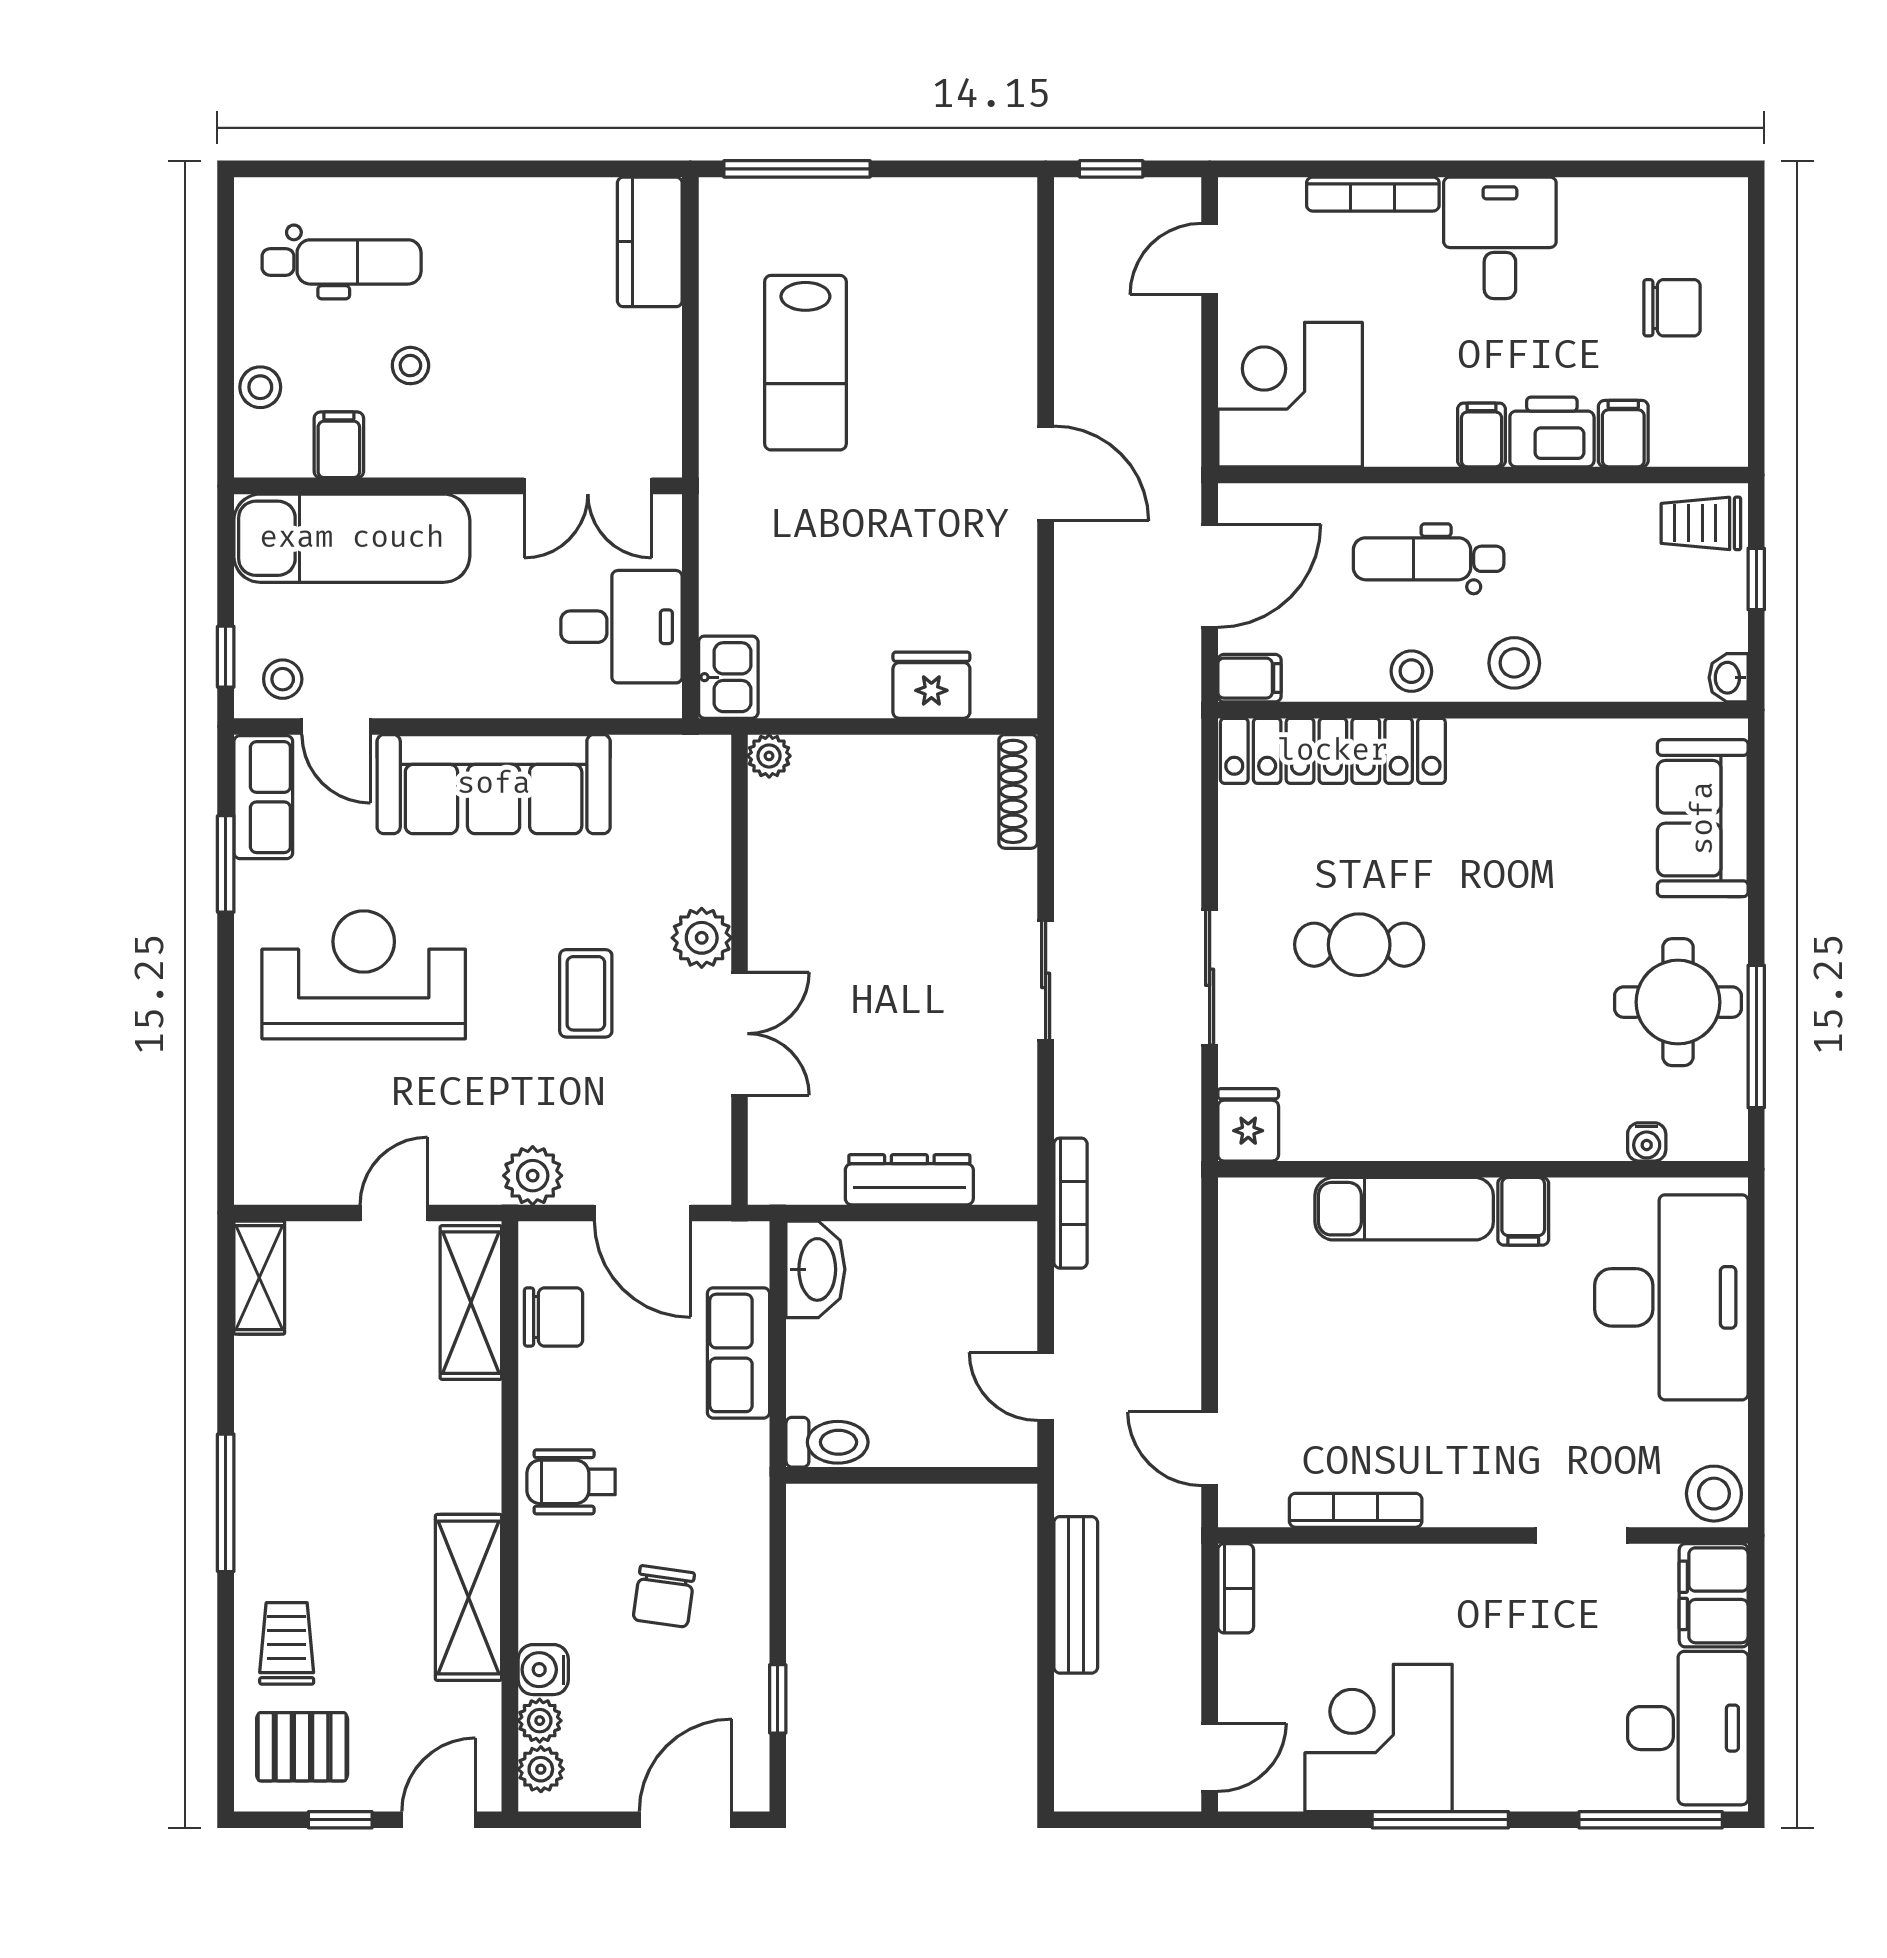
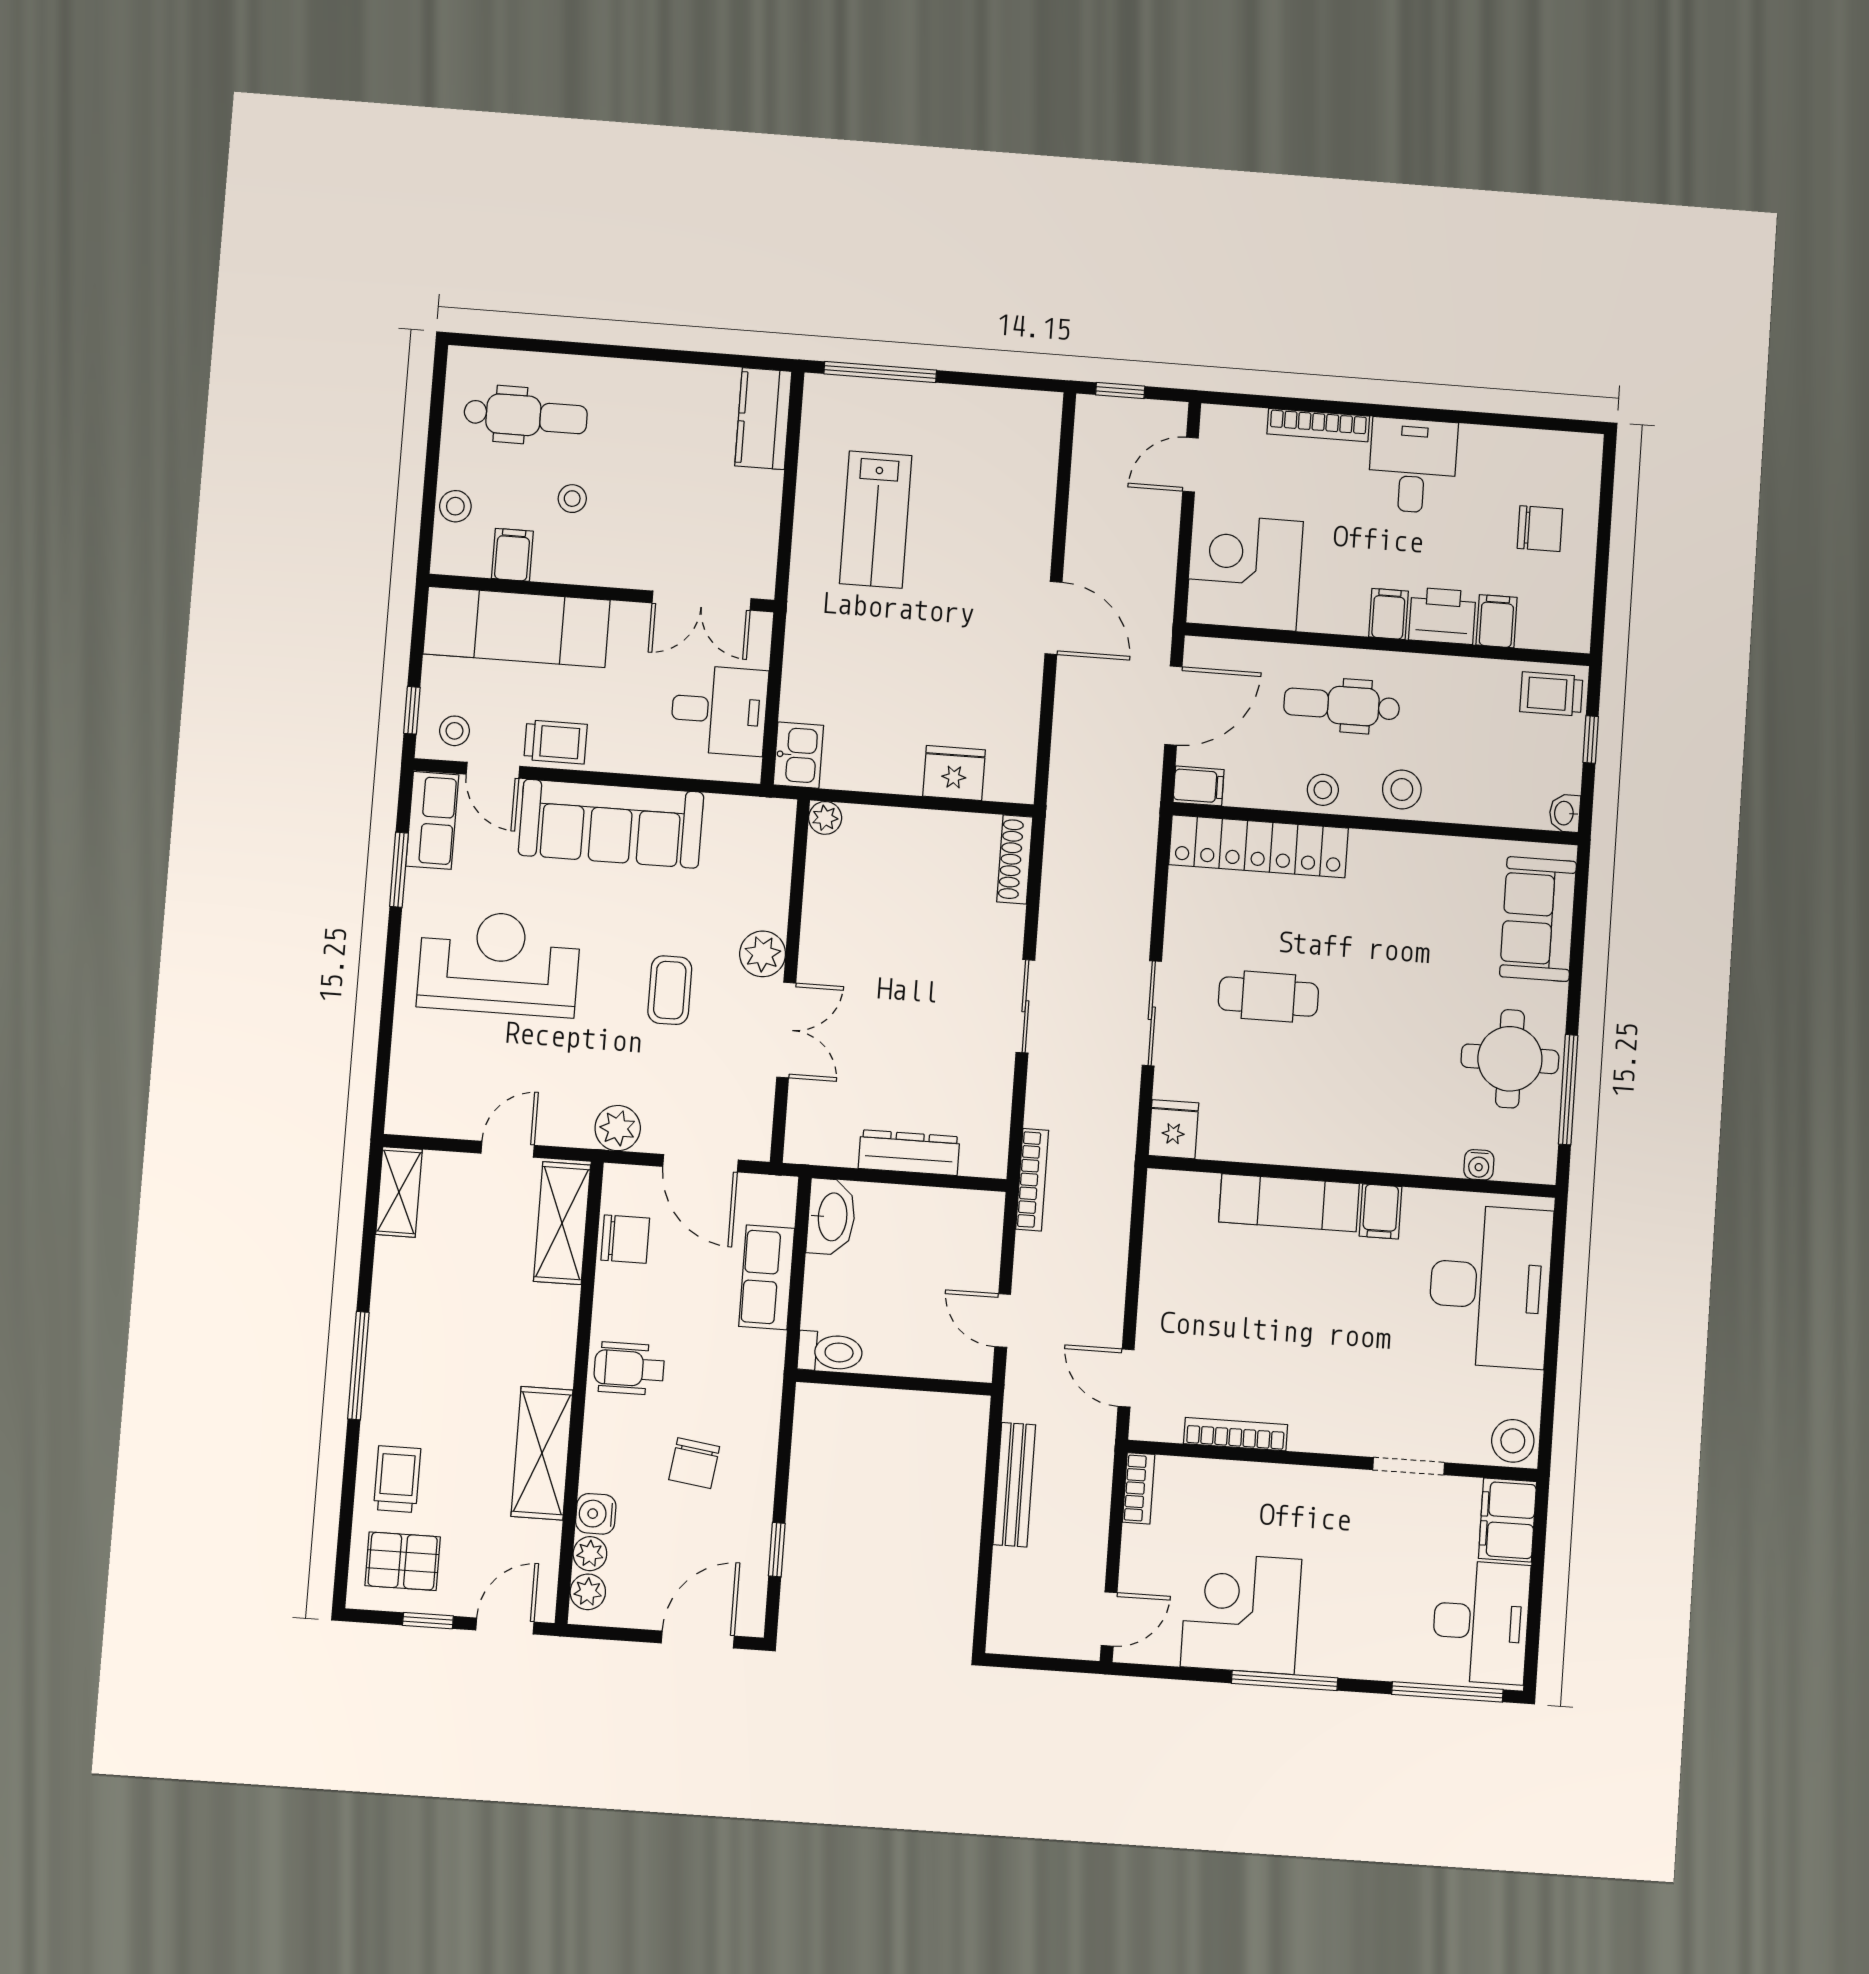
trolley: (414, 684) -> (556, 742), added

